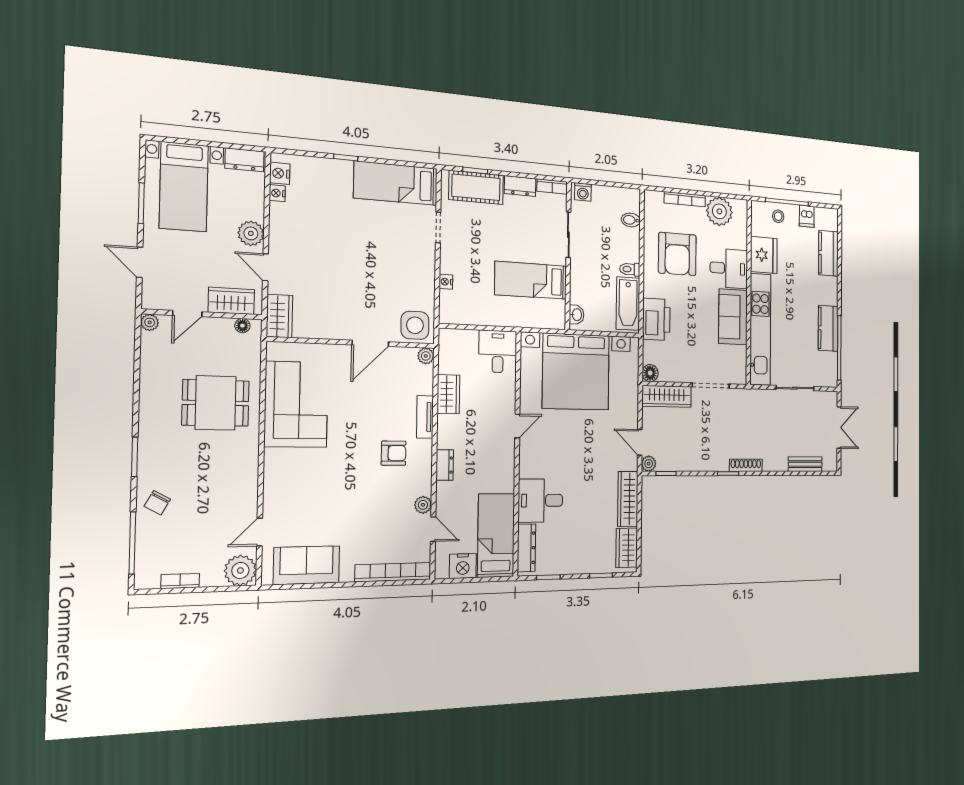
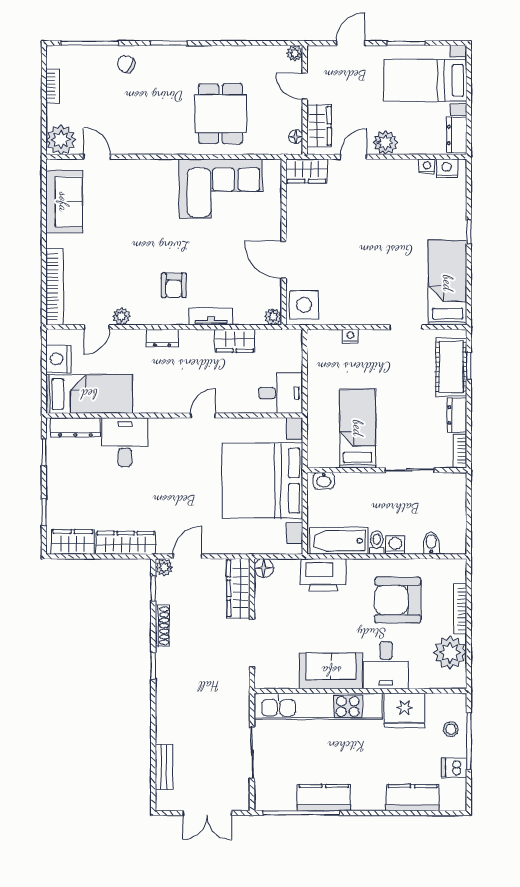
washing machine: (583, 192) -> (395, 545), moved, turned 90
door: (517, 426) -> (203, 416), swing flipped
shoe rack: (746, 465) -> (162, 626), moved

